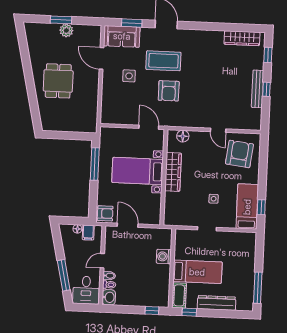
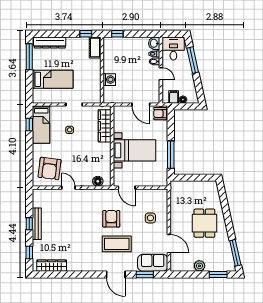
window: (61, 20) -> (218, 275), moved
window: (23, 44) -> (235, 253), added
side table: (129, 76) -> (150, 218), moved
wardrobe: (173, 172) -> (105, 126), moved
door: (102, 261) -> (161, 74), hinge flipped
bed: (197, 272) -> (53, 79), moved, turned 180
dresser: (217, 303) -> (50, 42), moved

